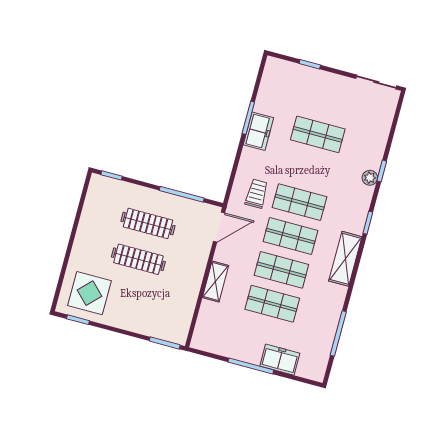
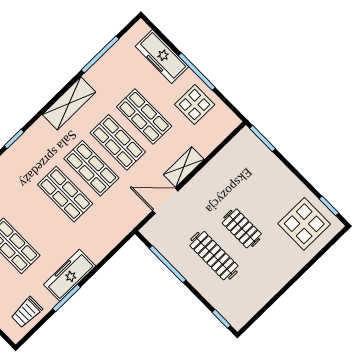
freezer: (258, 131) -> (70, 275), width x1.40
trolley: (257, 194) -> (27, 312), moved
door: (219, 227) -> (165, 201), moved
clothes rail: (138, 259) -> (242, 228), width x0.73
shelving: (345, 259) -> (69, 103), moved
display table: (237, 338) -> (195, 105), added
freezer: (280, 360) -> (162, 56), width x1.40

